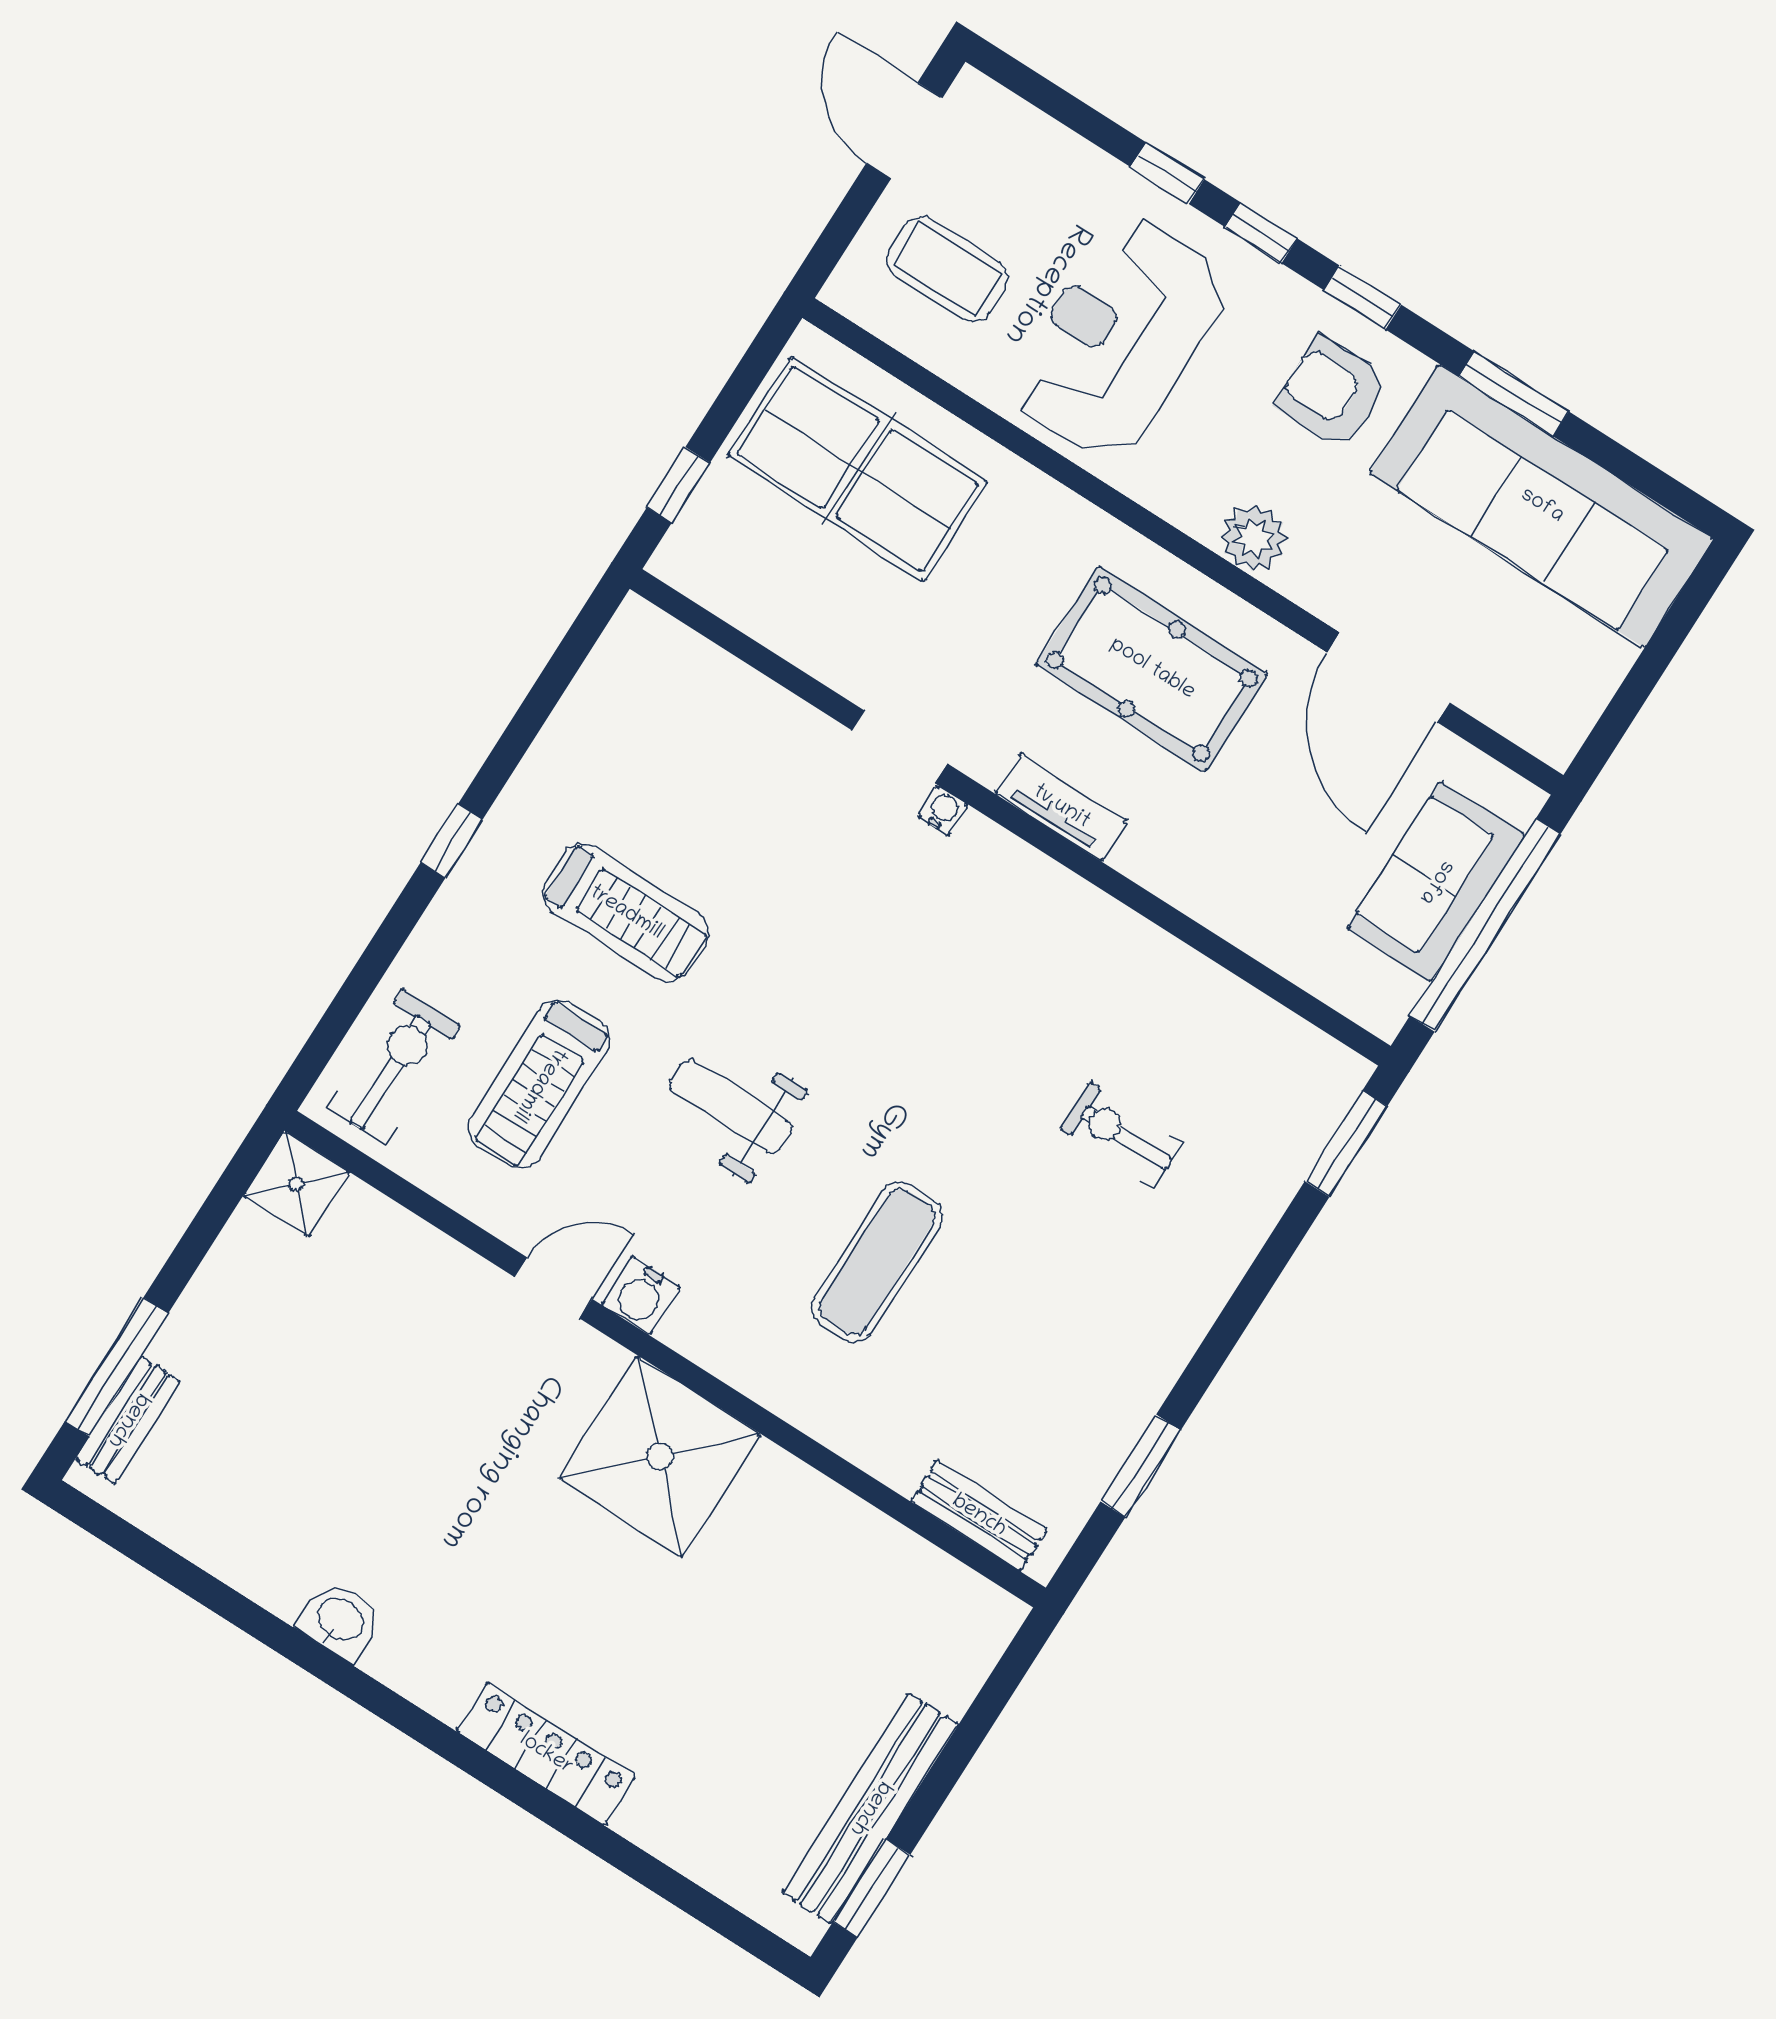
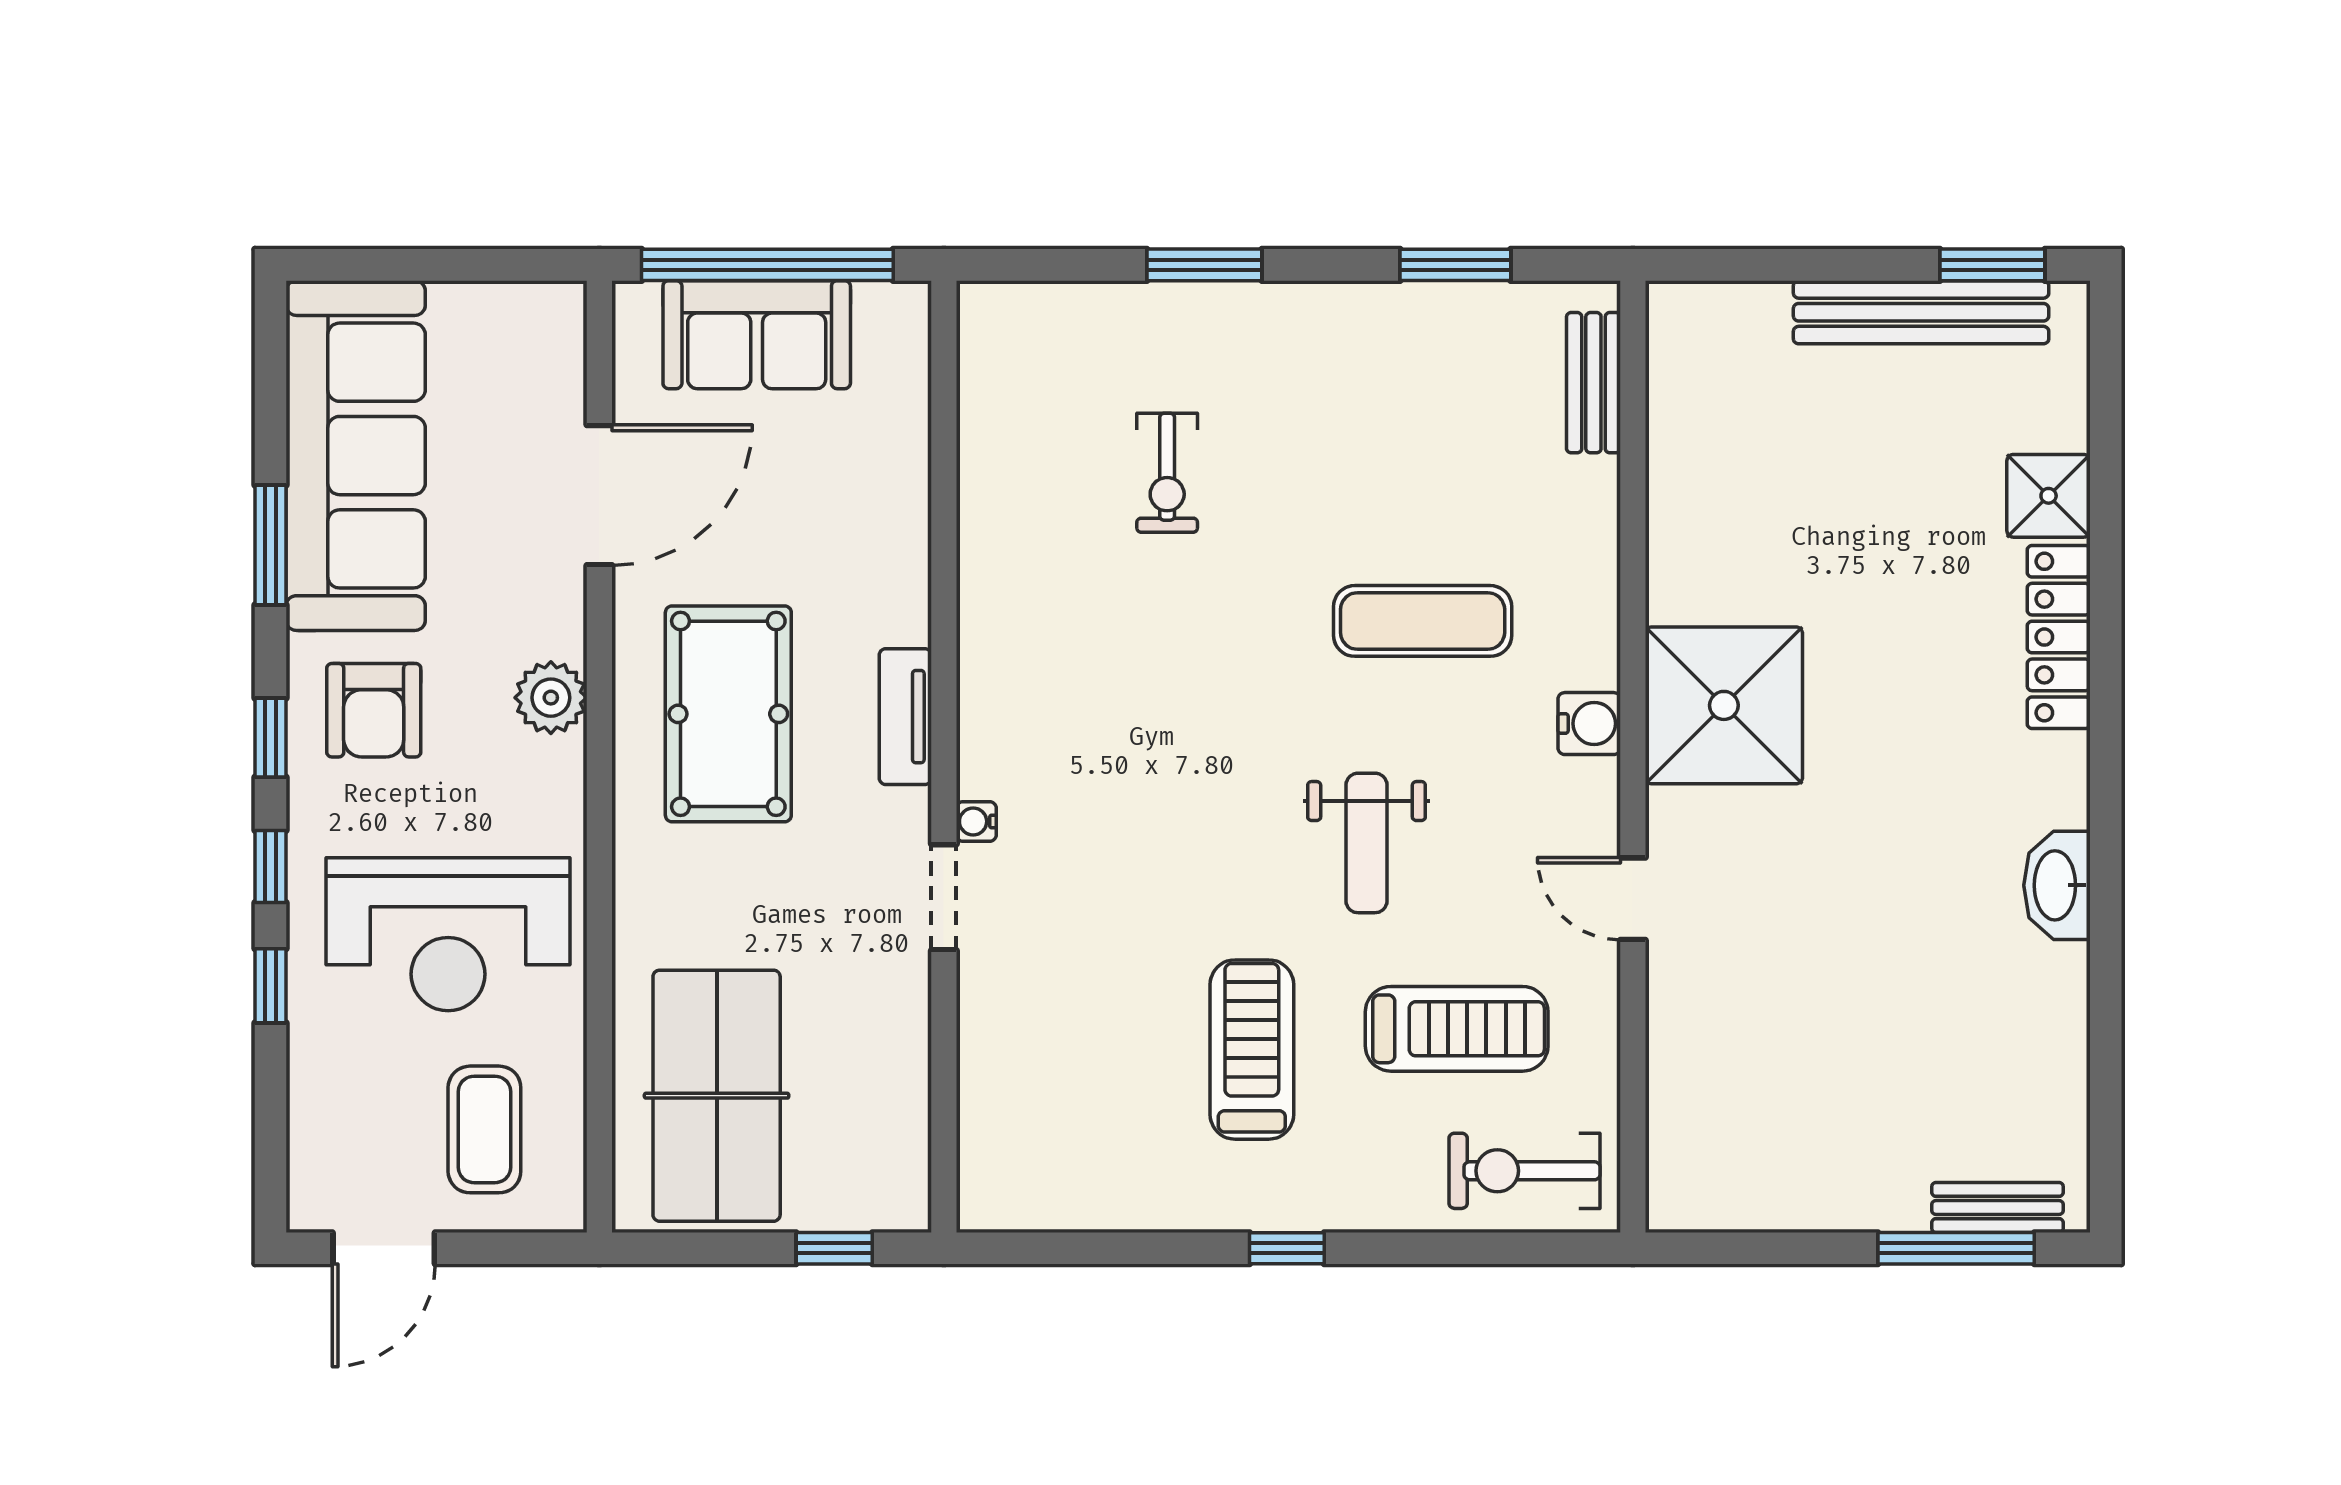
window: (1346, 1144) -> (1204, 265), moved
shower: (296, 1184) -> (2049, 496), moved
water cooler: (641, 1296) -> (1589, 724), moved
washbasin: (340, 1621) -> (2057, 885), width x1.38

